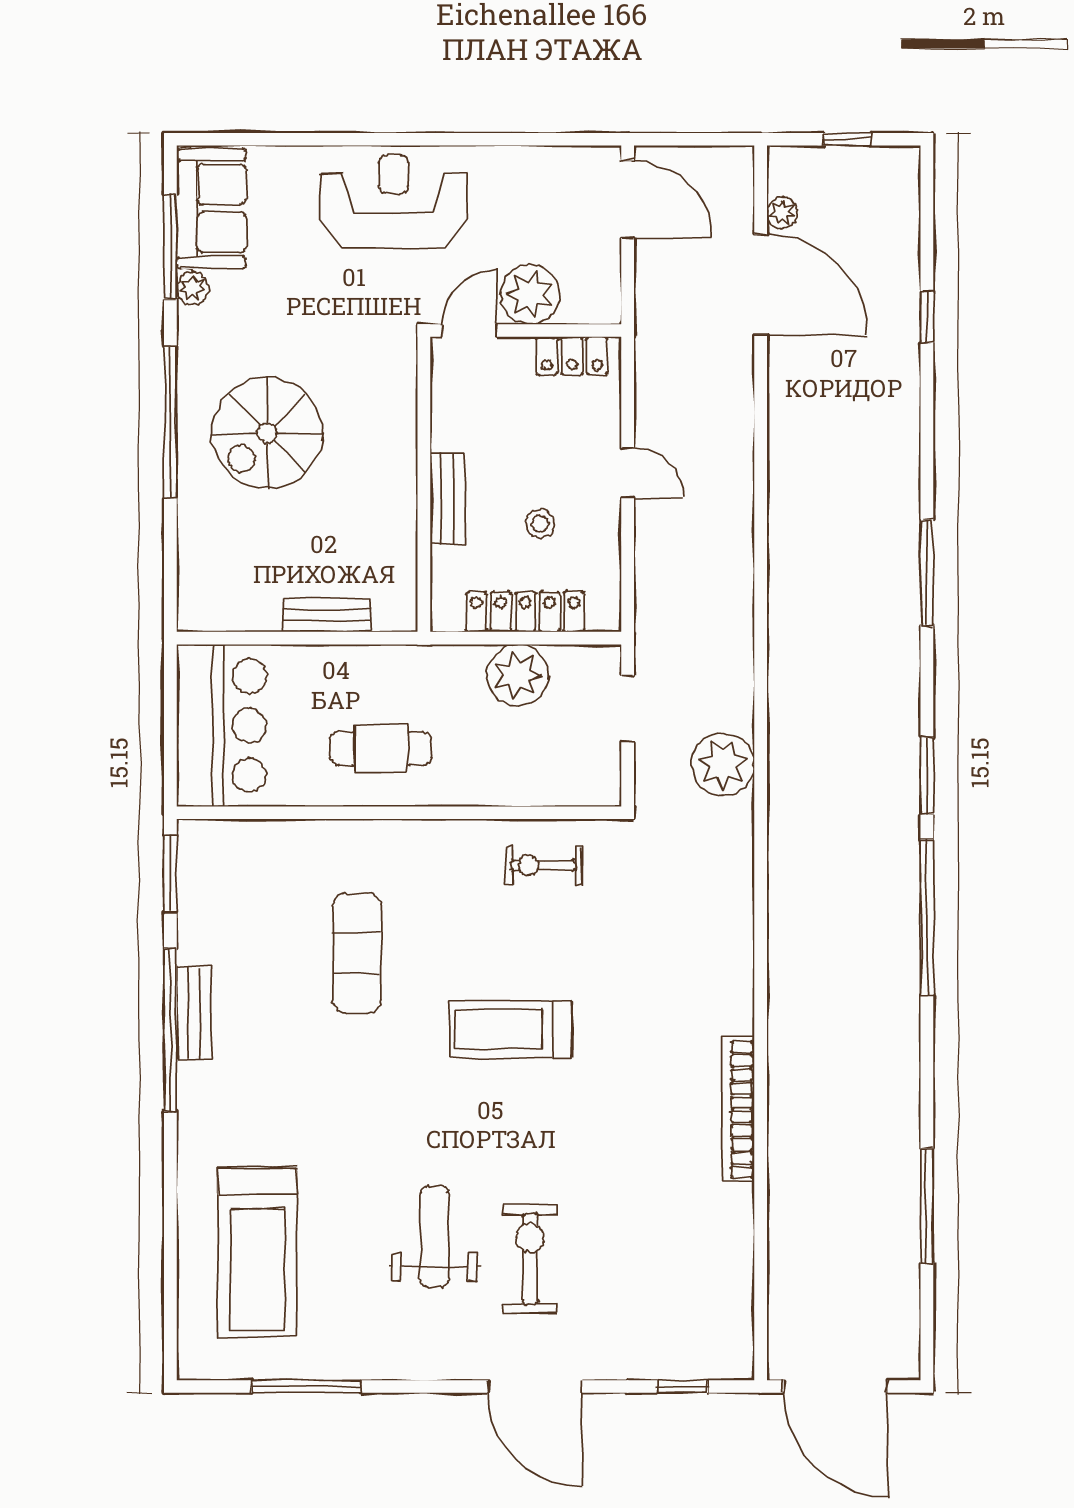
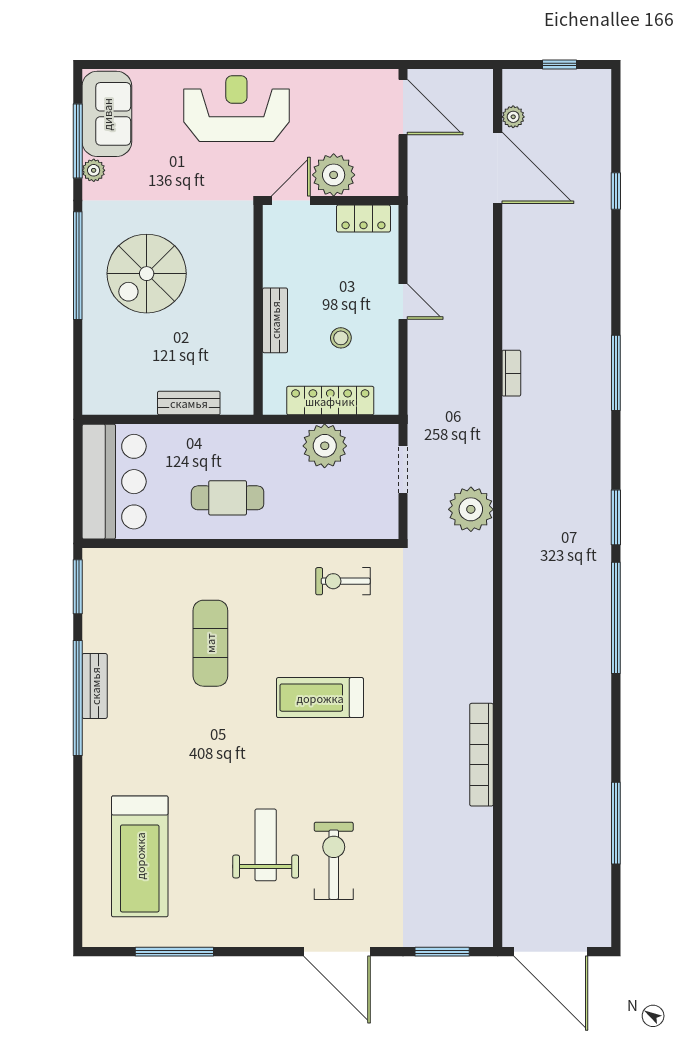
bookcase: (780, 573) -> (511, 373), added
window: (683, 1386) -> (442, 952), width x1.50

